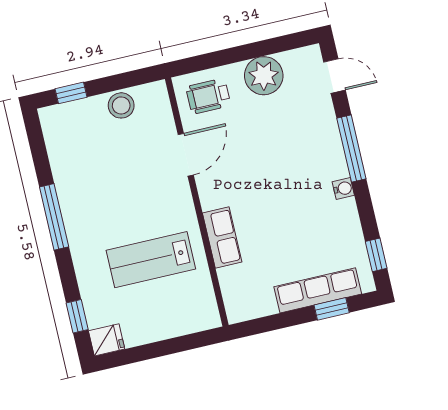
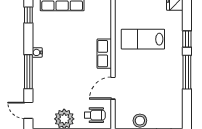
row of seats: (222, 238) -> (104, 54), moved
lab bench: (151, 260) -> (143, 39), turned 180
window: (77, 316) -> (187, 39), moved

